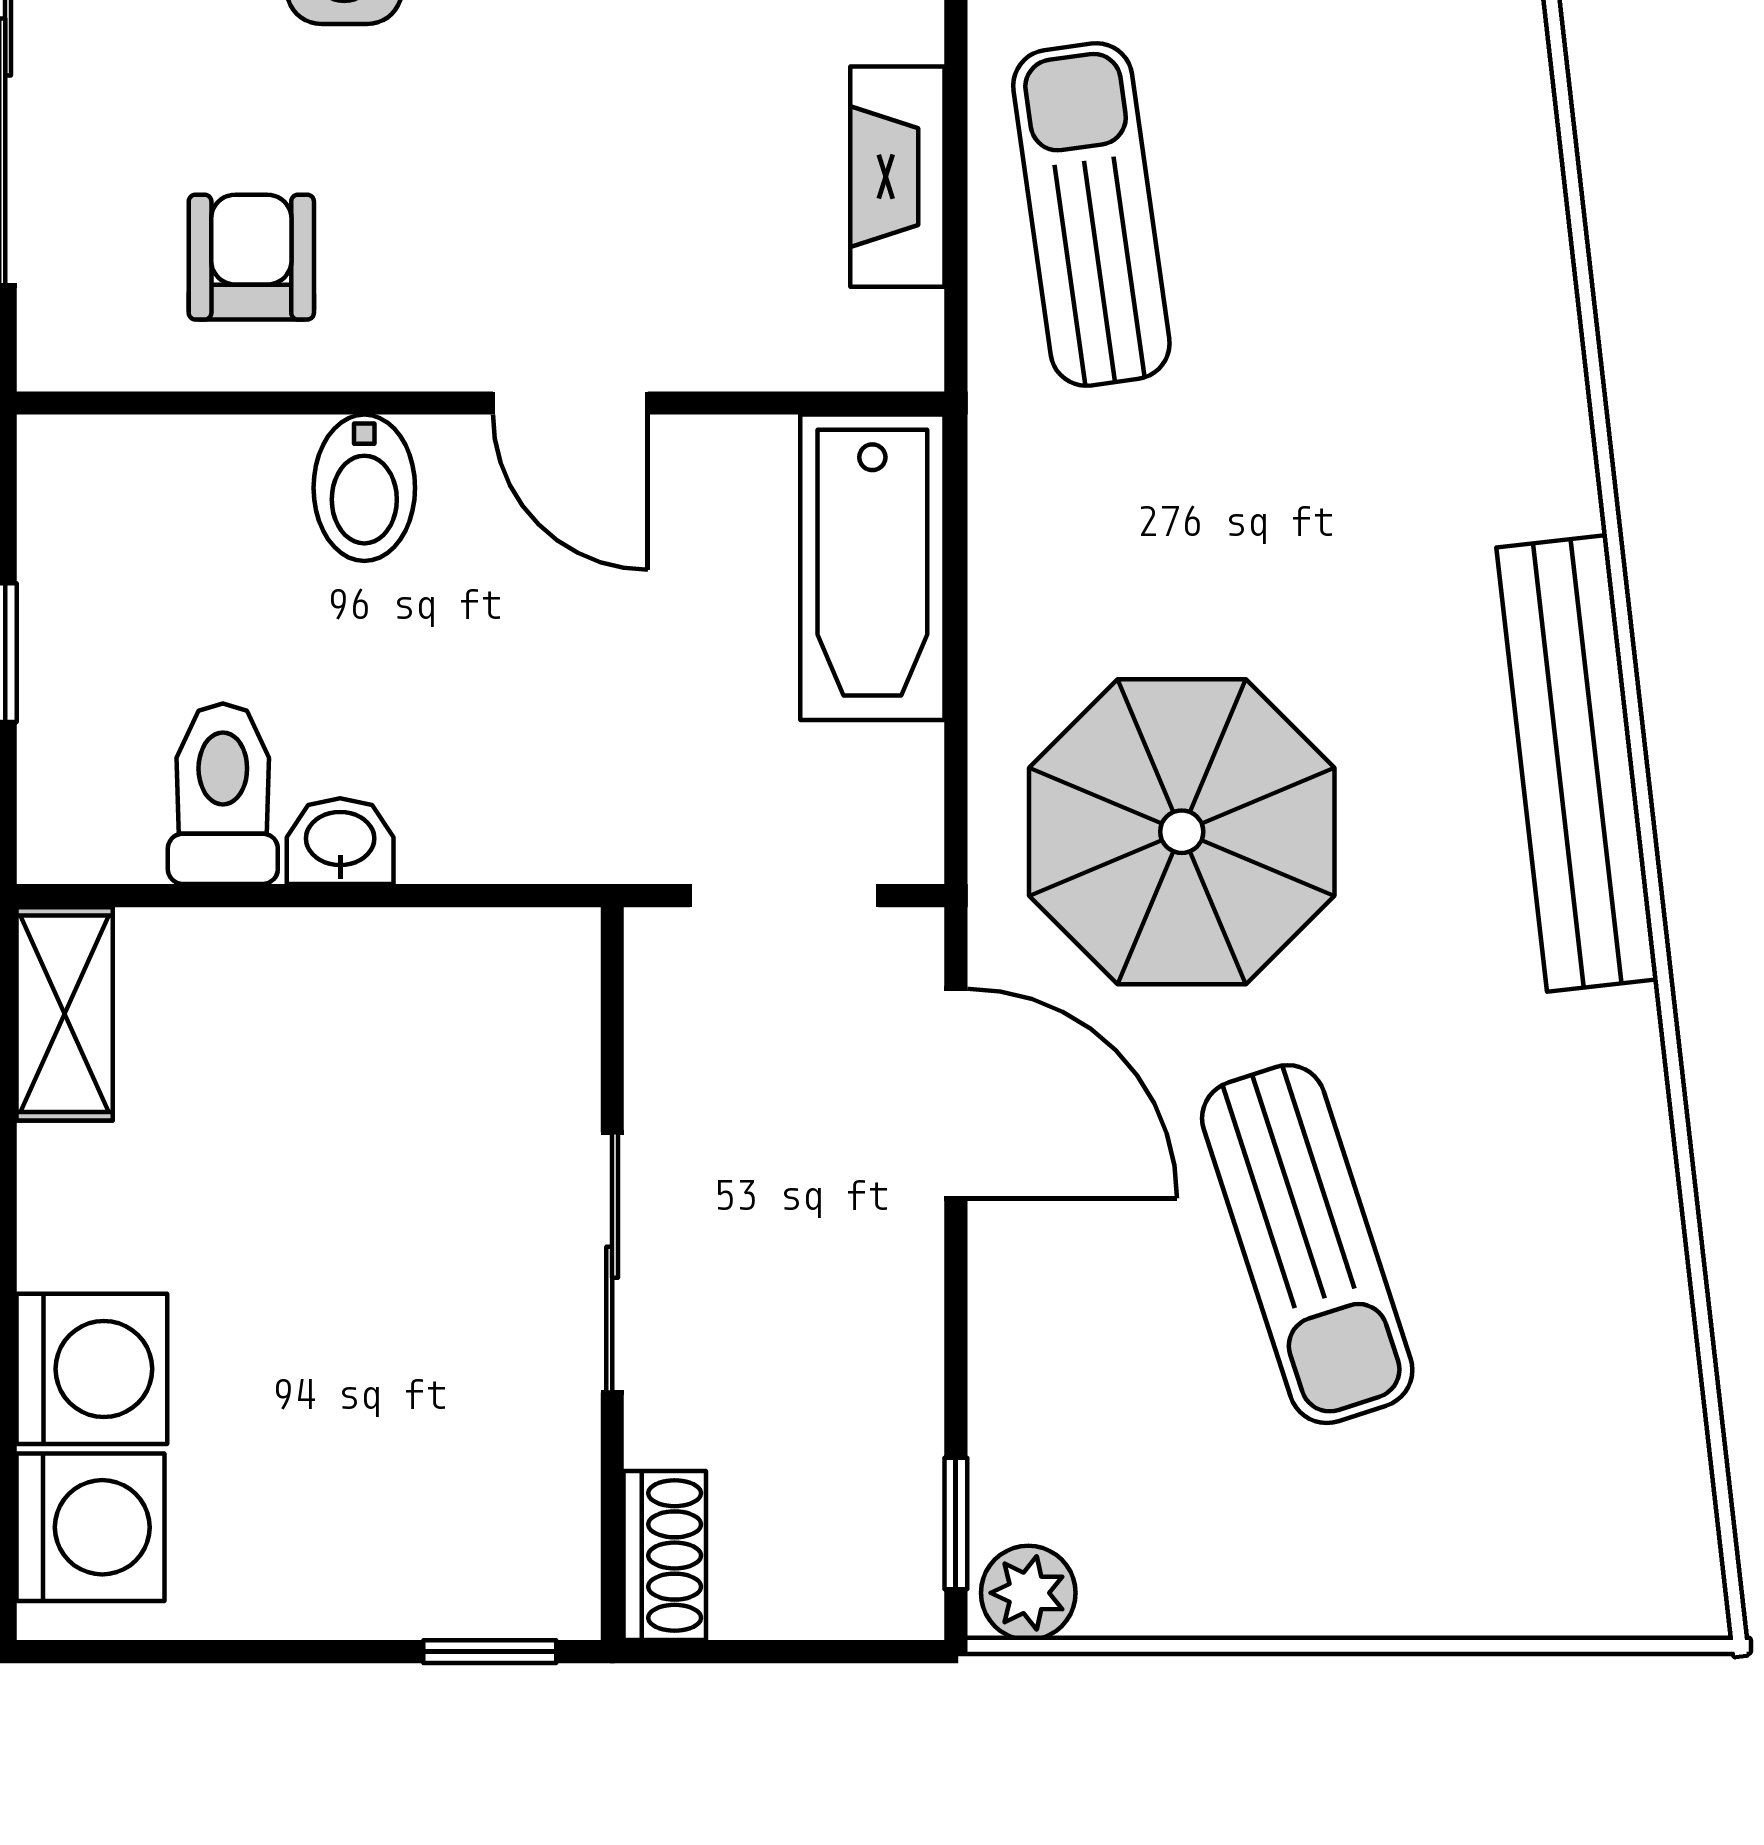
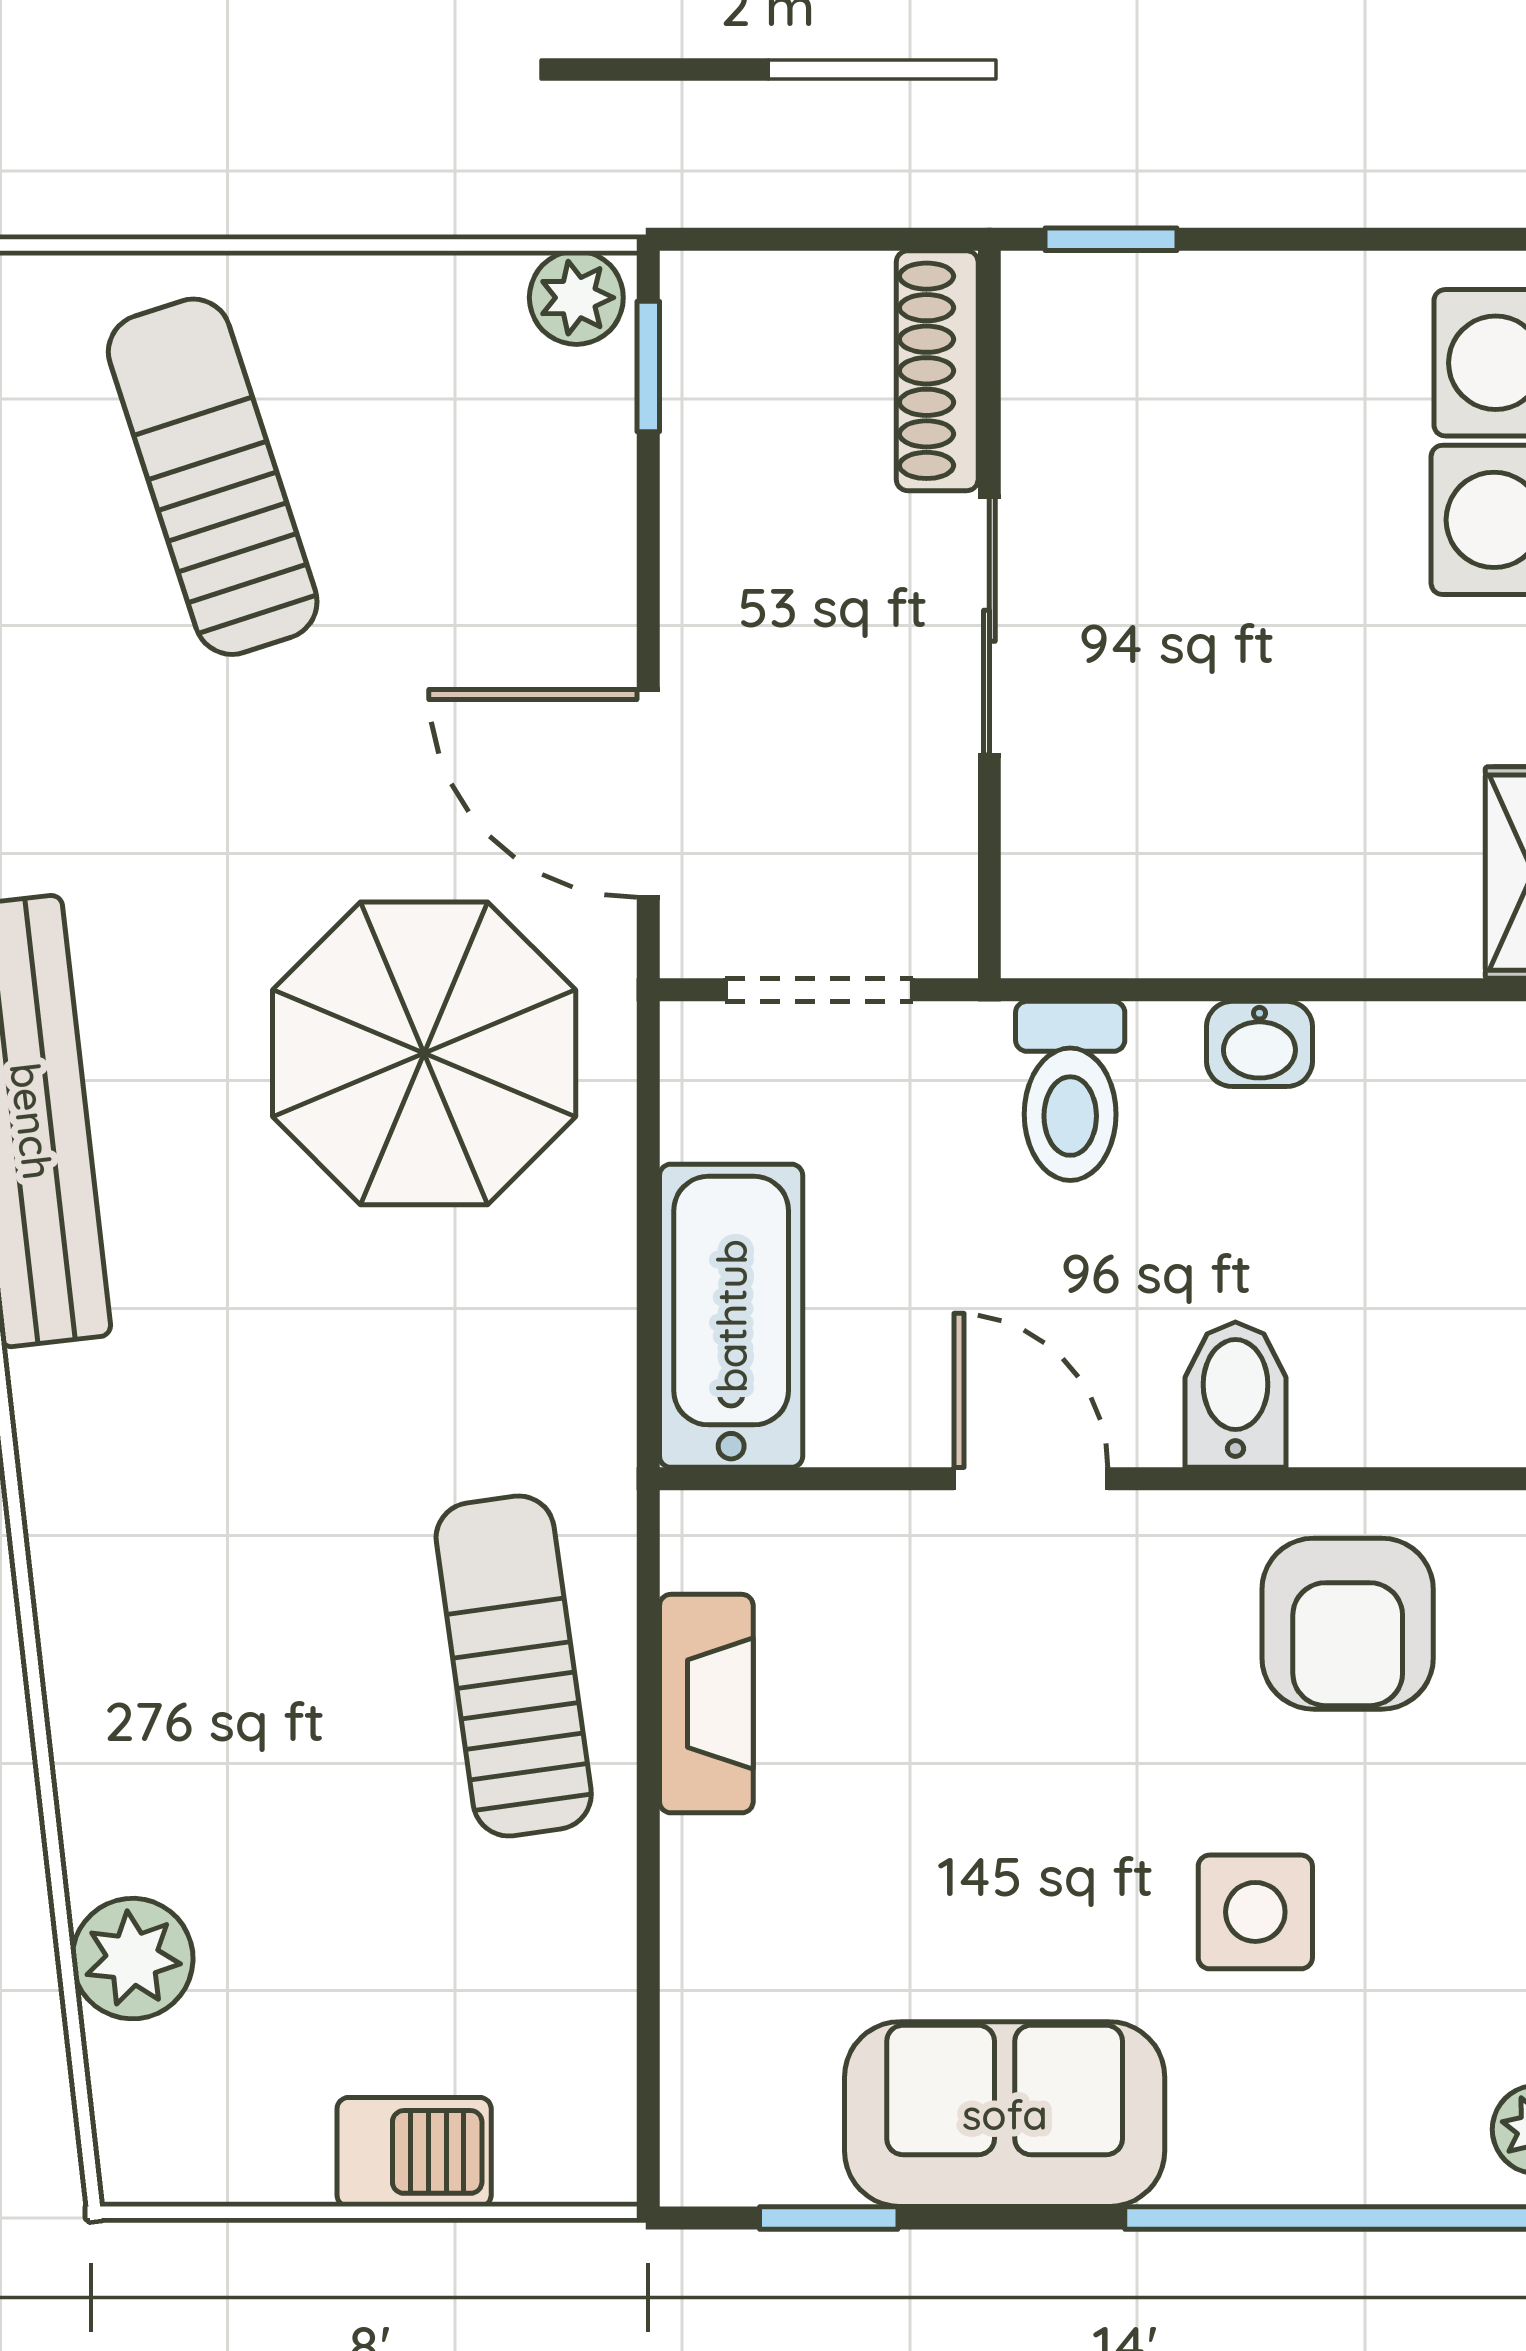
sun lounger: (1091, 214) -> (514, 1666), turned 180
armchair: (251, 257) -> (1348, 1624), width x1.38, depth x1.38
toilet: (223, 794) -> (1070, 1091), moved
sun lounger: (1307, 1244) -> (213, 477), moved
shoe rack: (665, 1555) -> (937, 371), width x1.43

